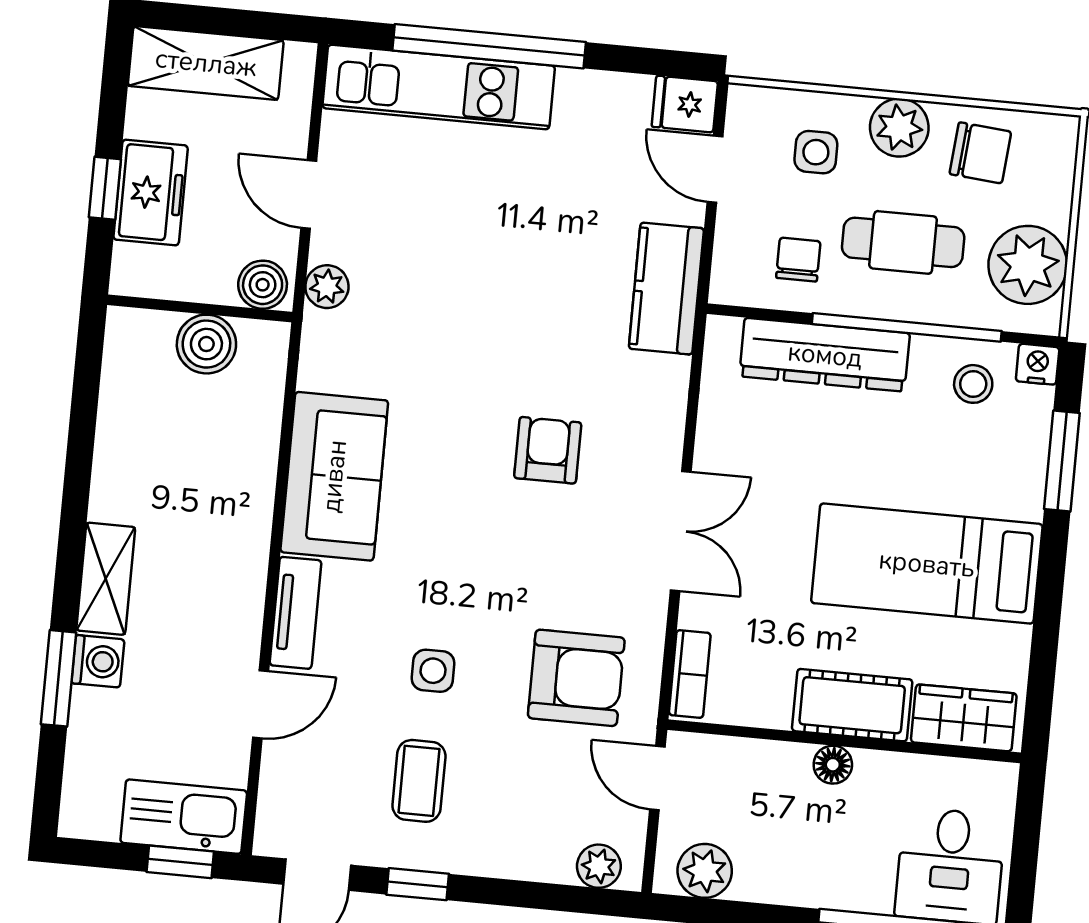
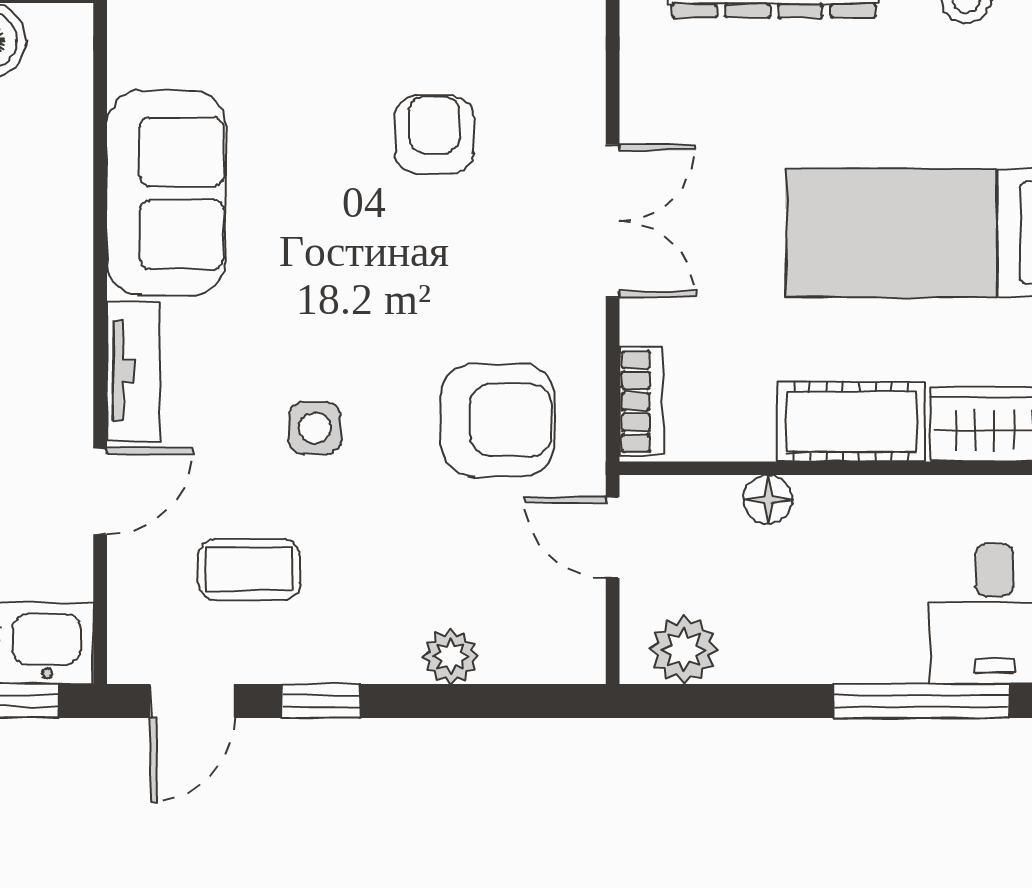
floor lamp: (833, 765) -> (768, 499), moved
coffee table: (419, 781) -> (249, 570), moved, turned 90
plant: (599, 866) -> (451, 656), moved

